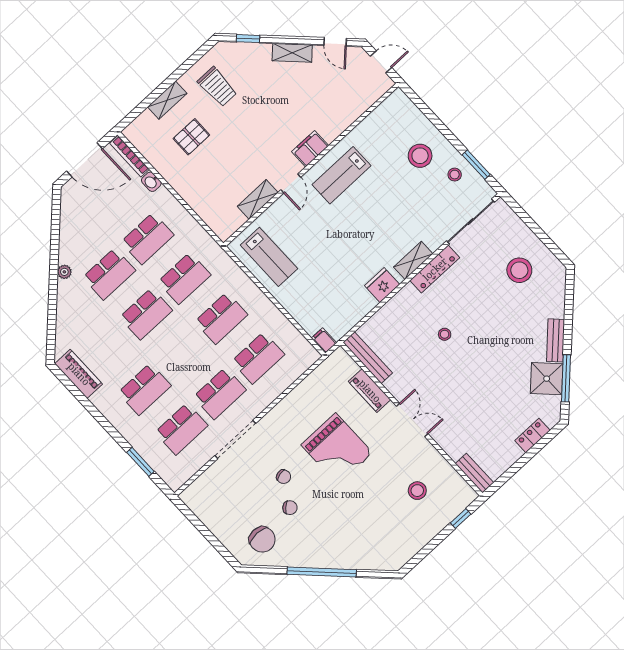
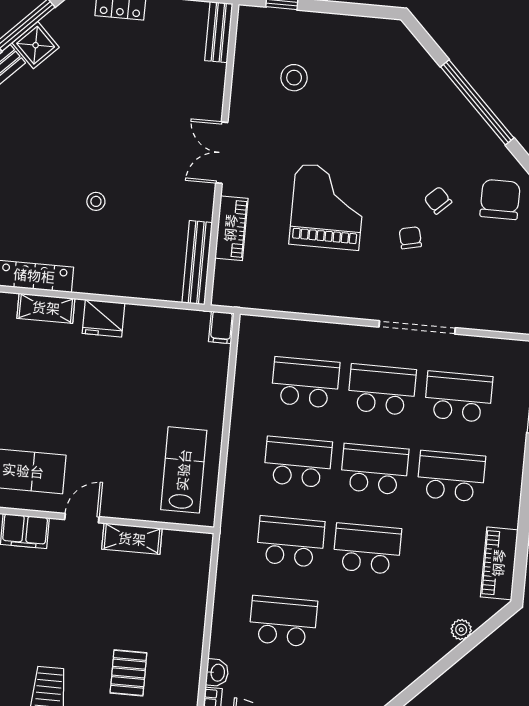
pallet: (191, 137) -> (128, 673), turned 90
plant: (64, 272) -> (461, 630), moved
school desk: (109, 274) -> (374, 469), moved
shower: (547, 379) -> (36, 45), width x0.73, depth x0.73

